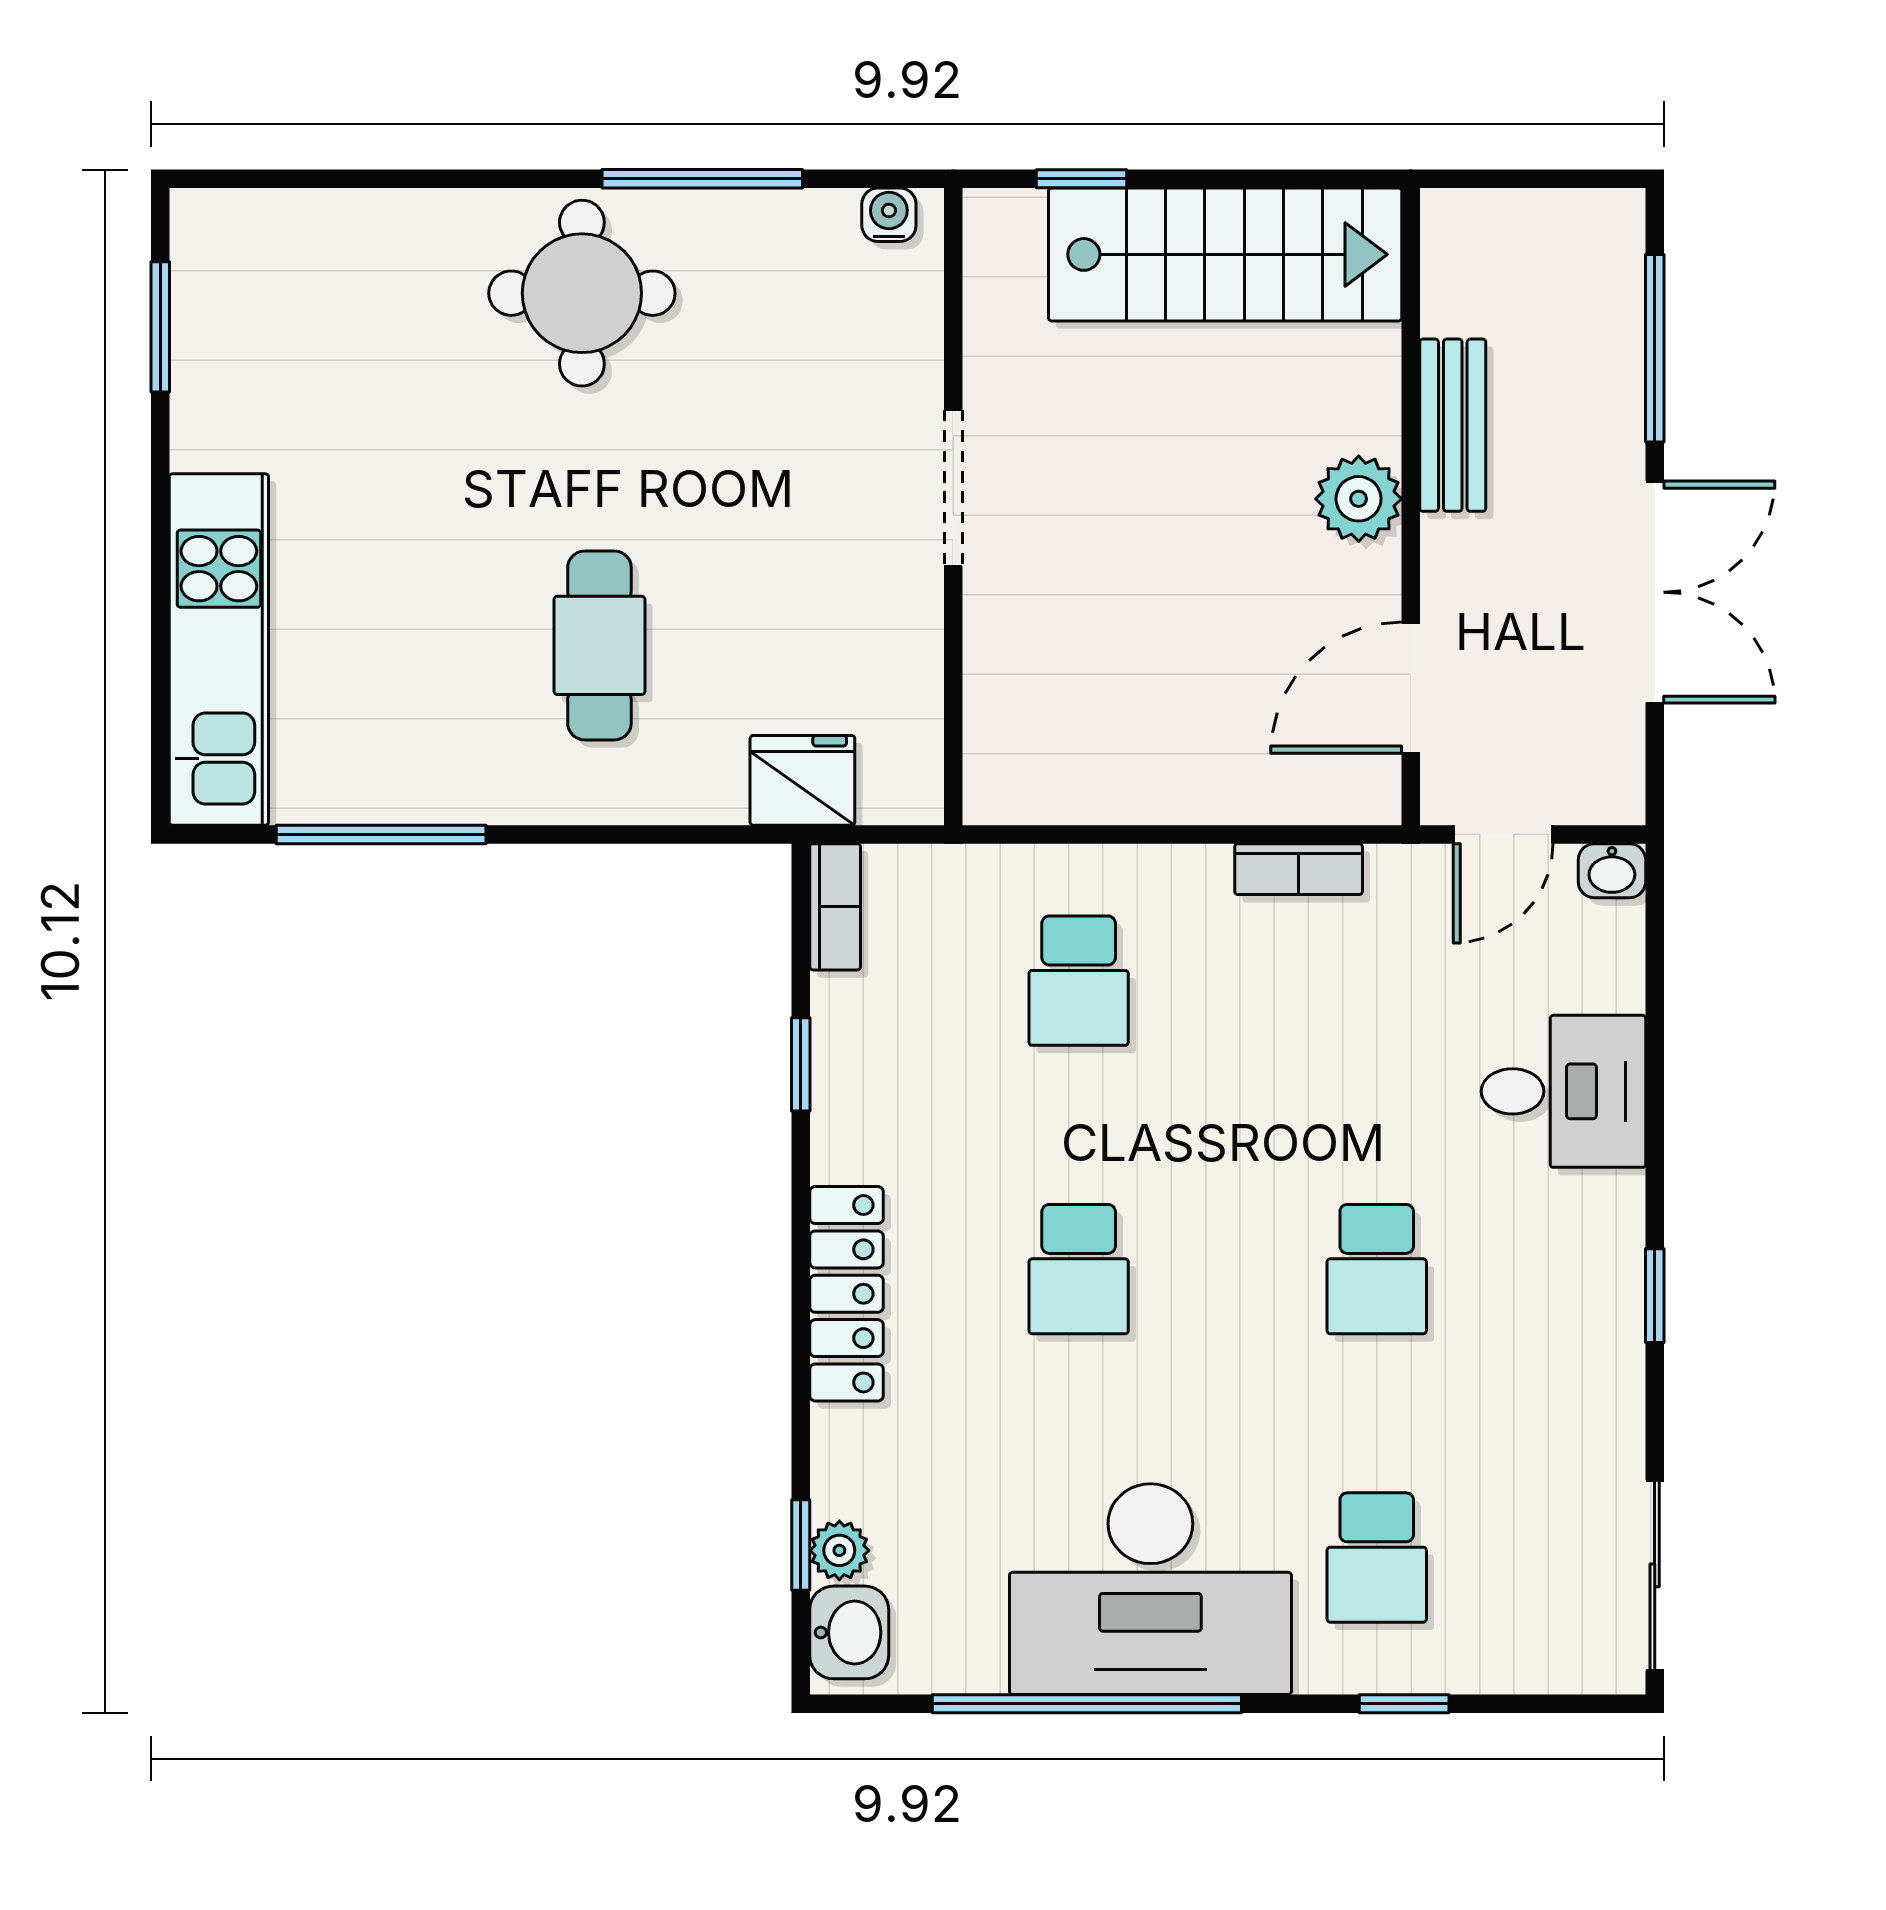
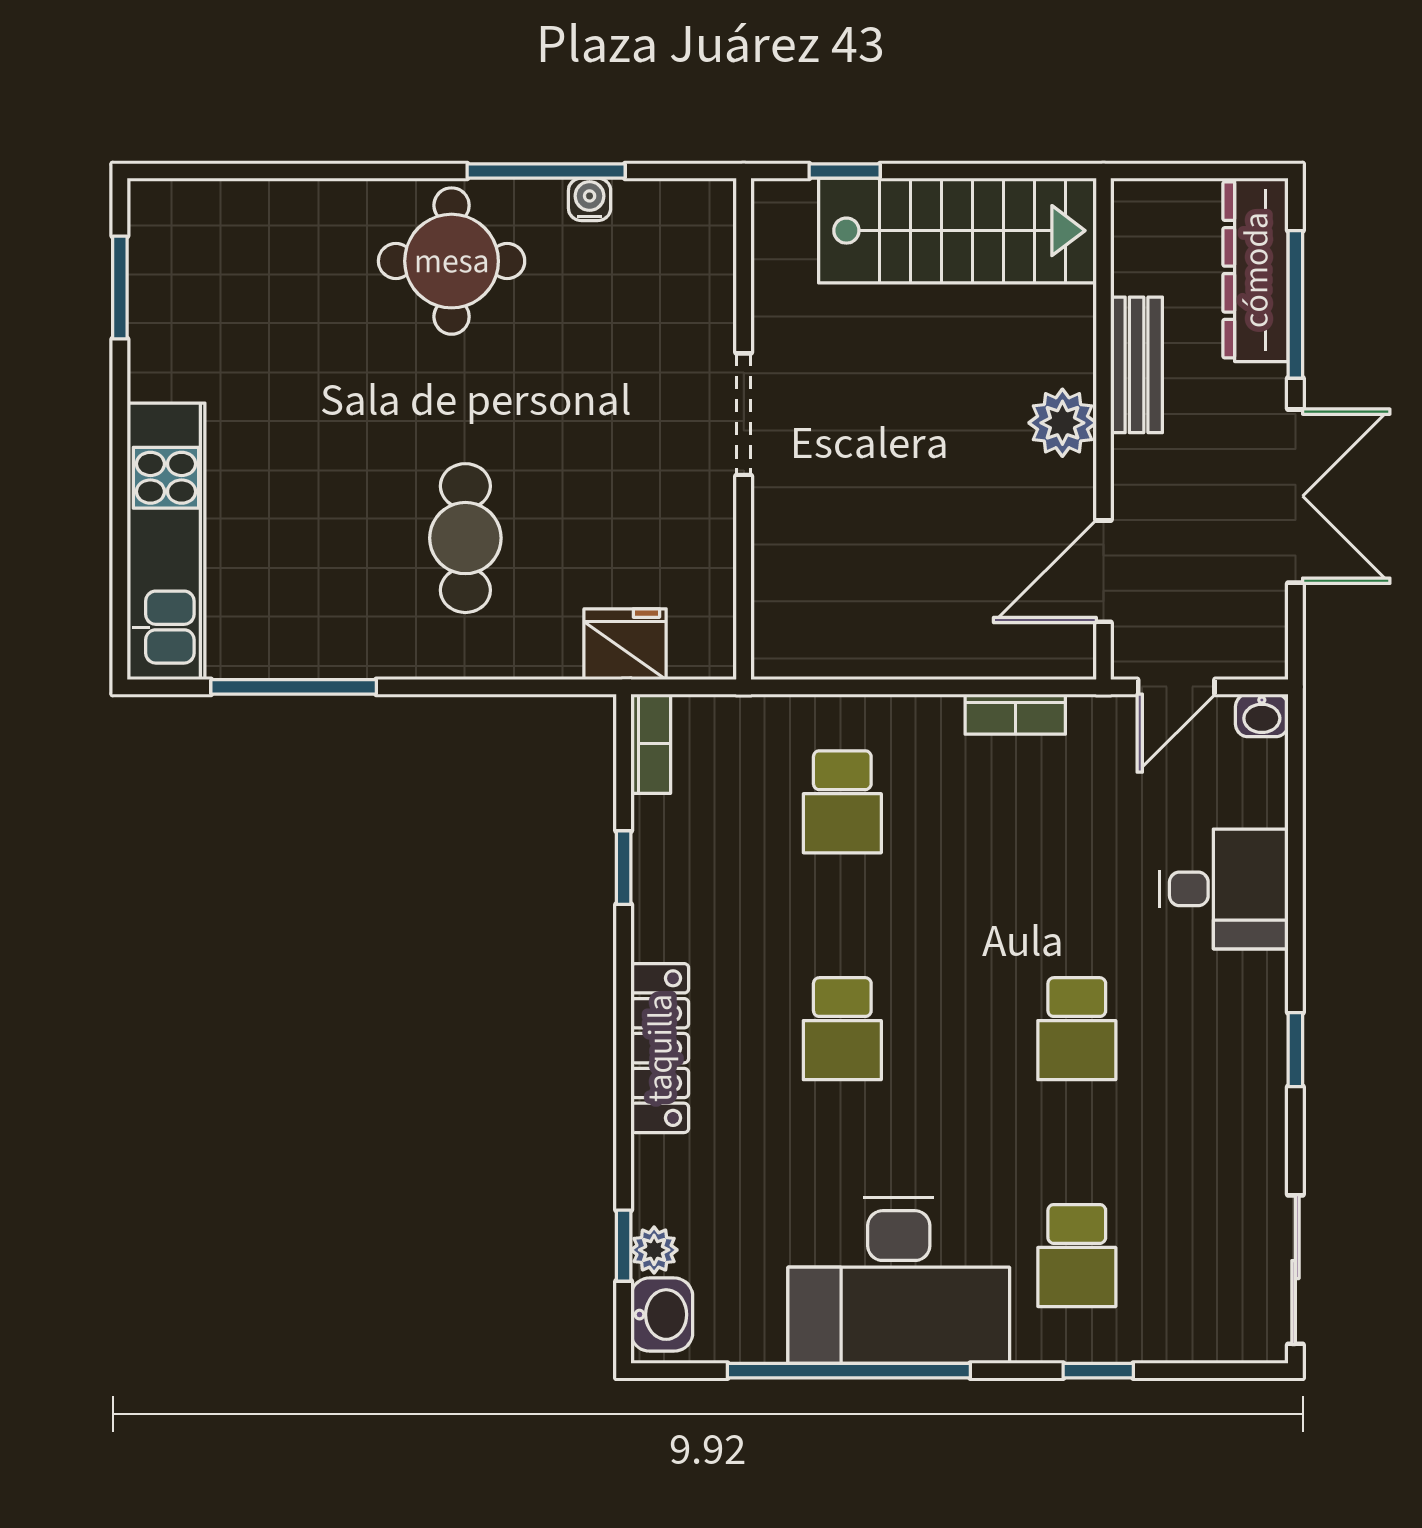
water cooler: (889, 215) -> (590, 199), moved
dresser: (1604, 304) -> (1256, 270), added

